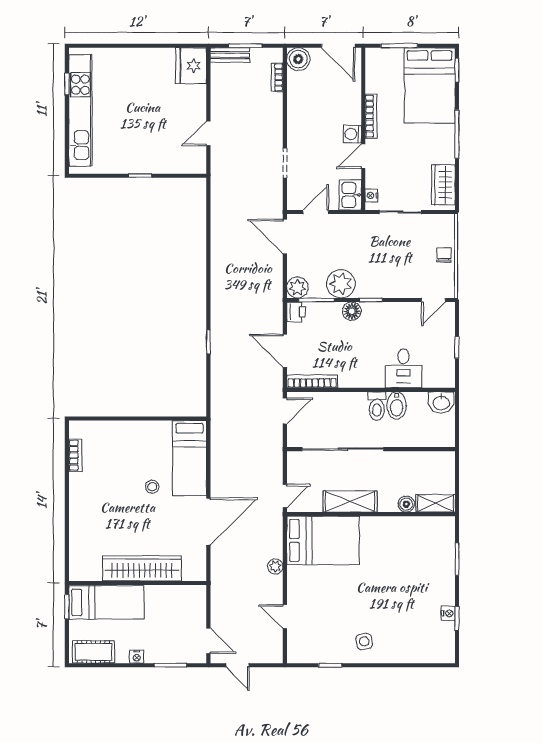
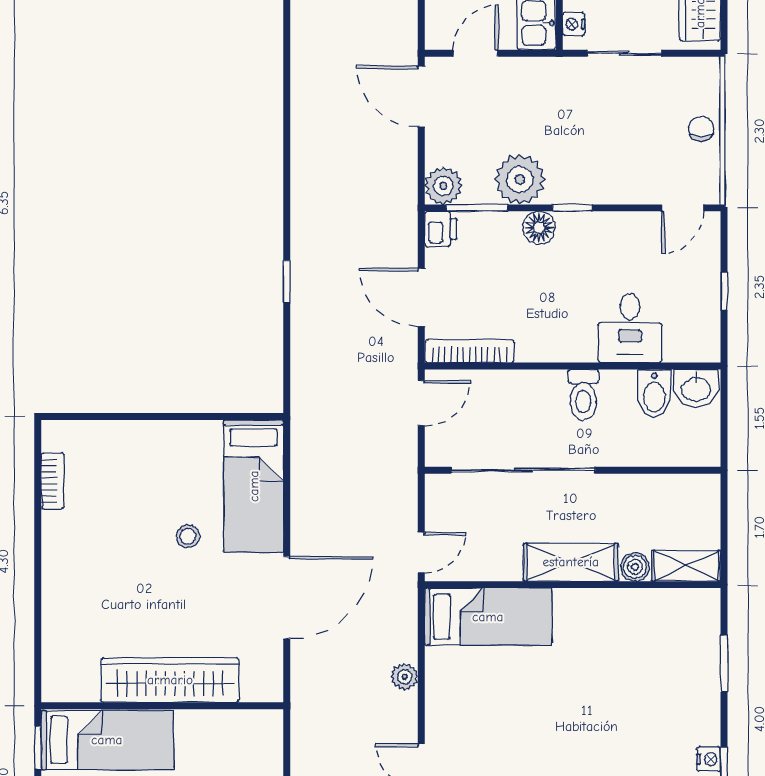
bidet: (397, 406) -> (654, 394), moved
shelving: (350, 501) -> (571, 562), moved
bed: (323, 540) -> (488, 617), width x0.67

